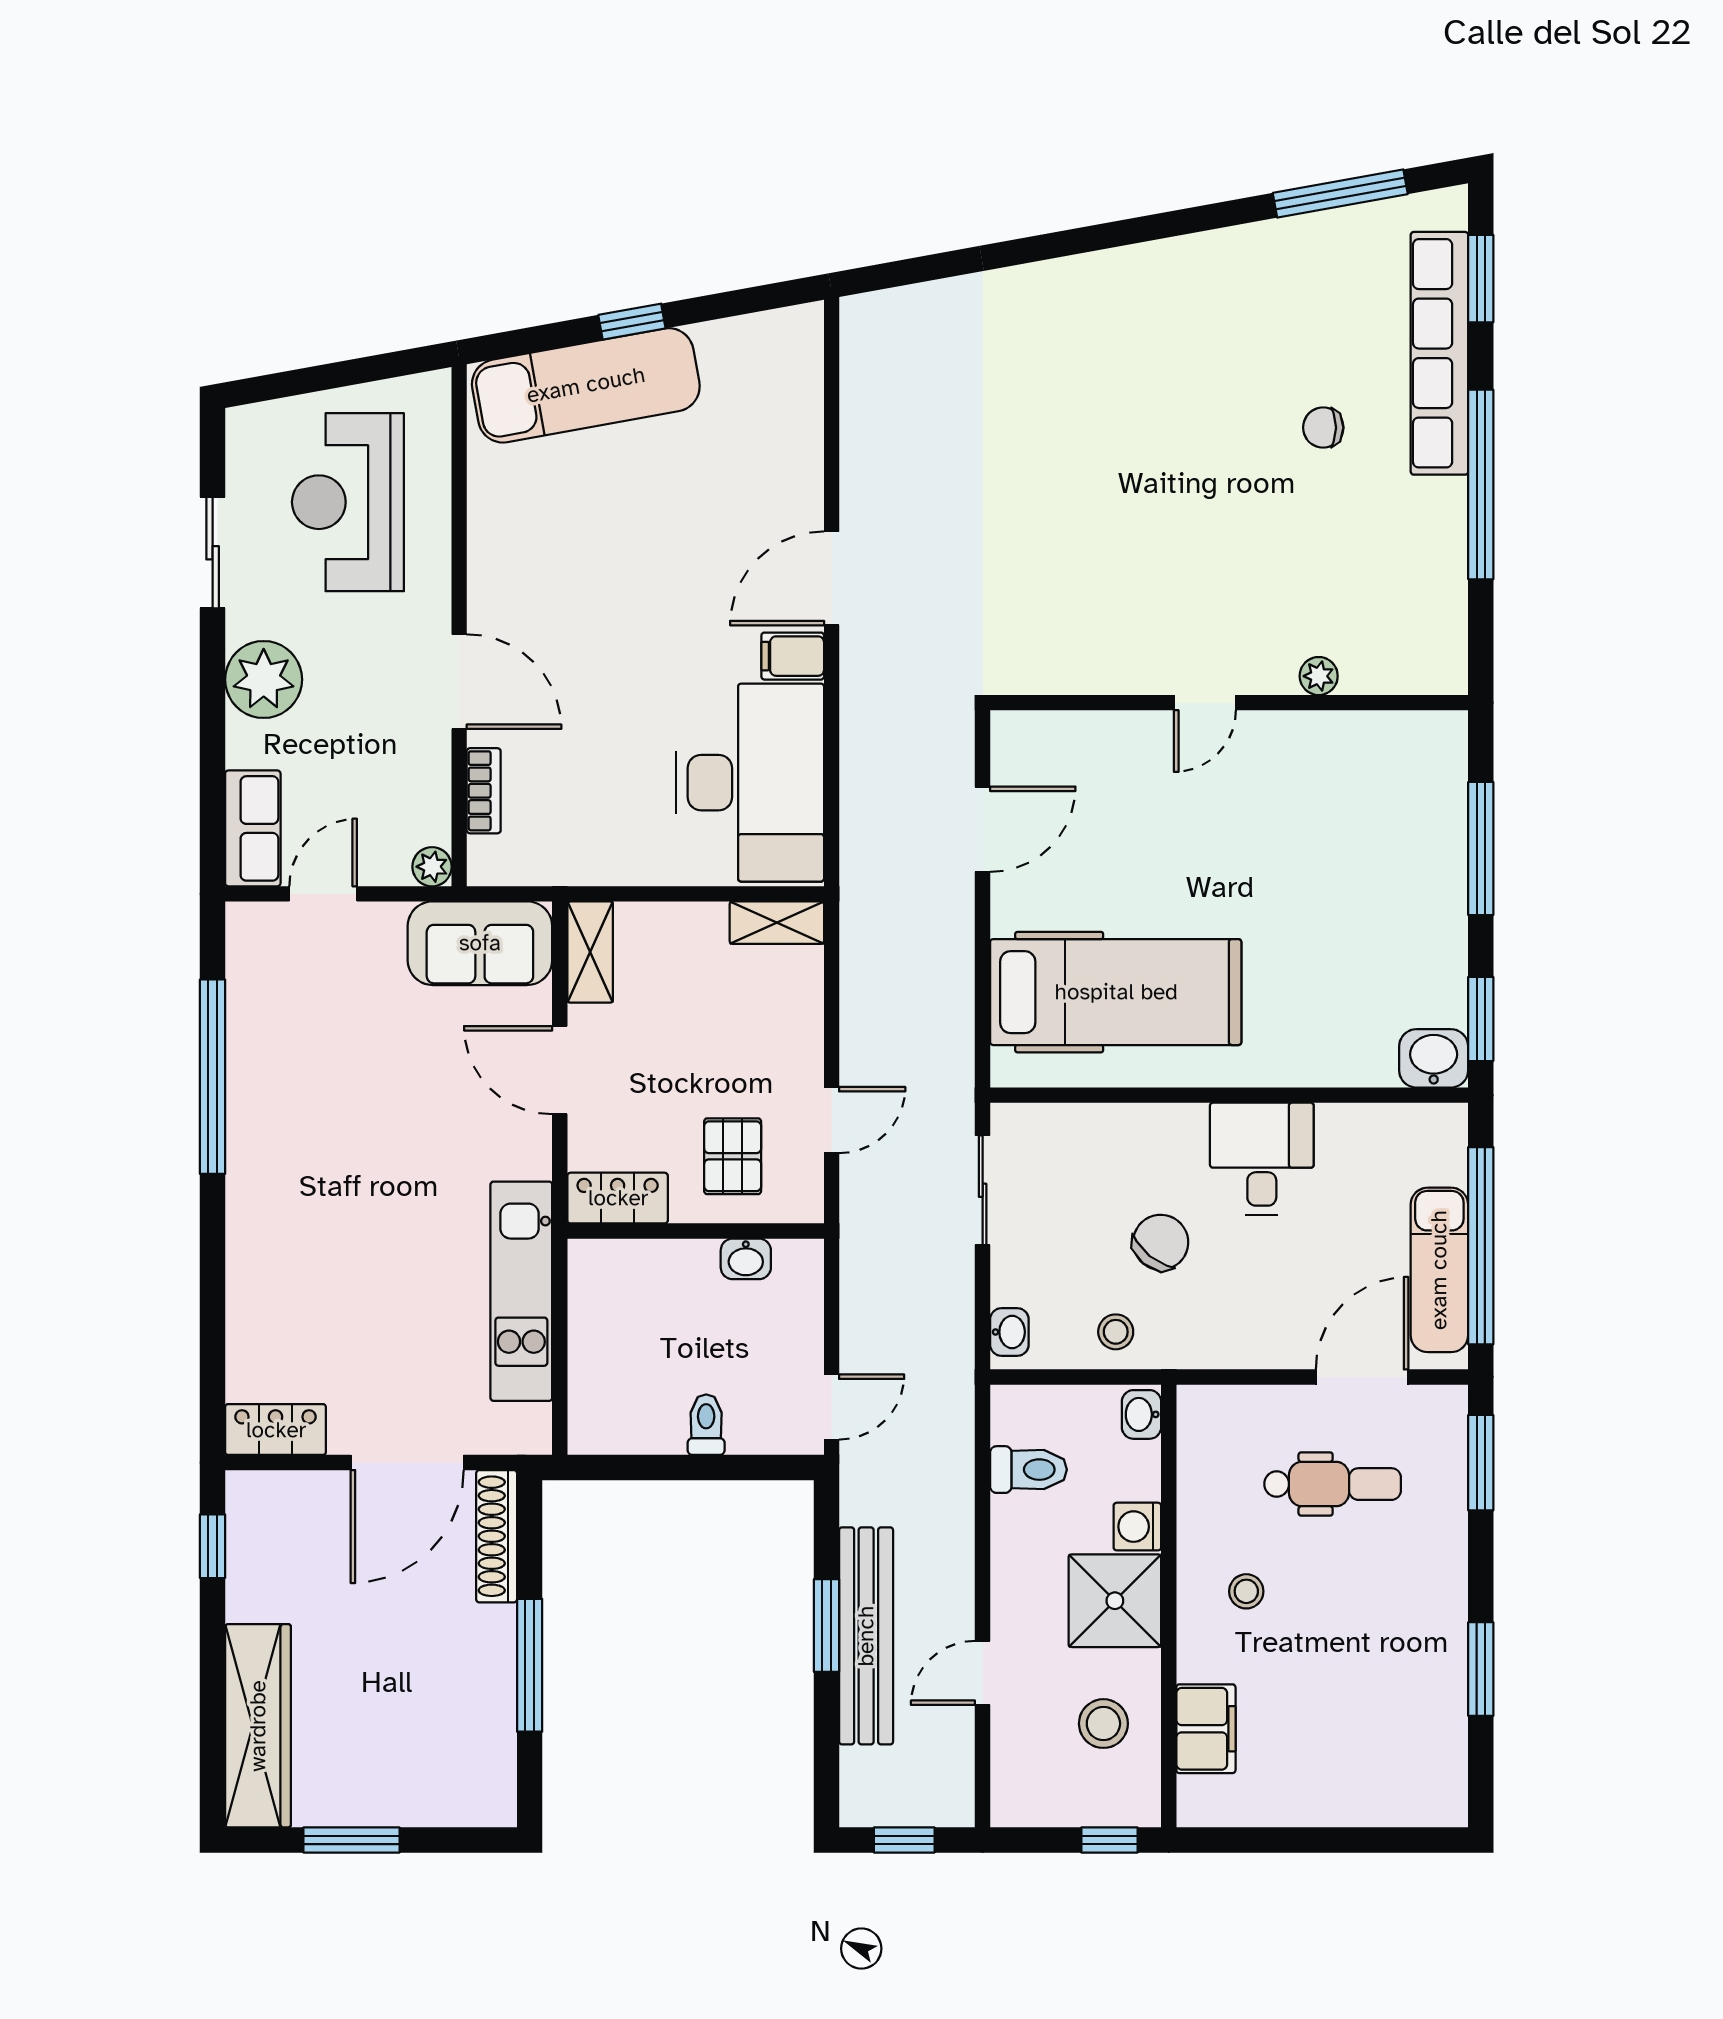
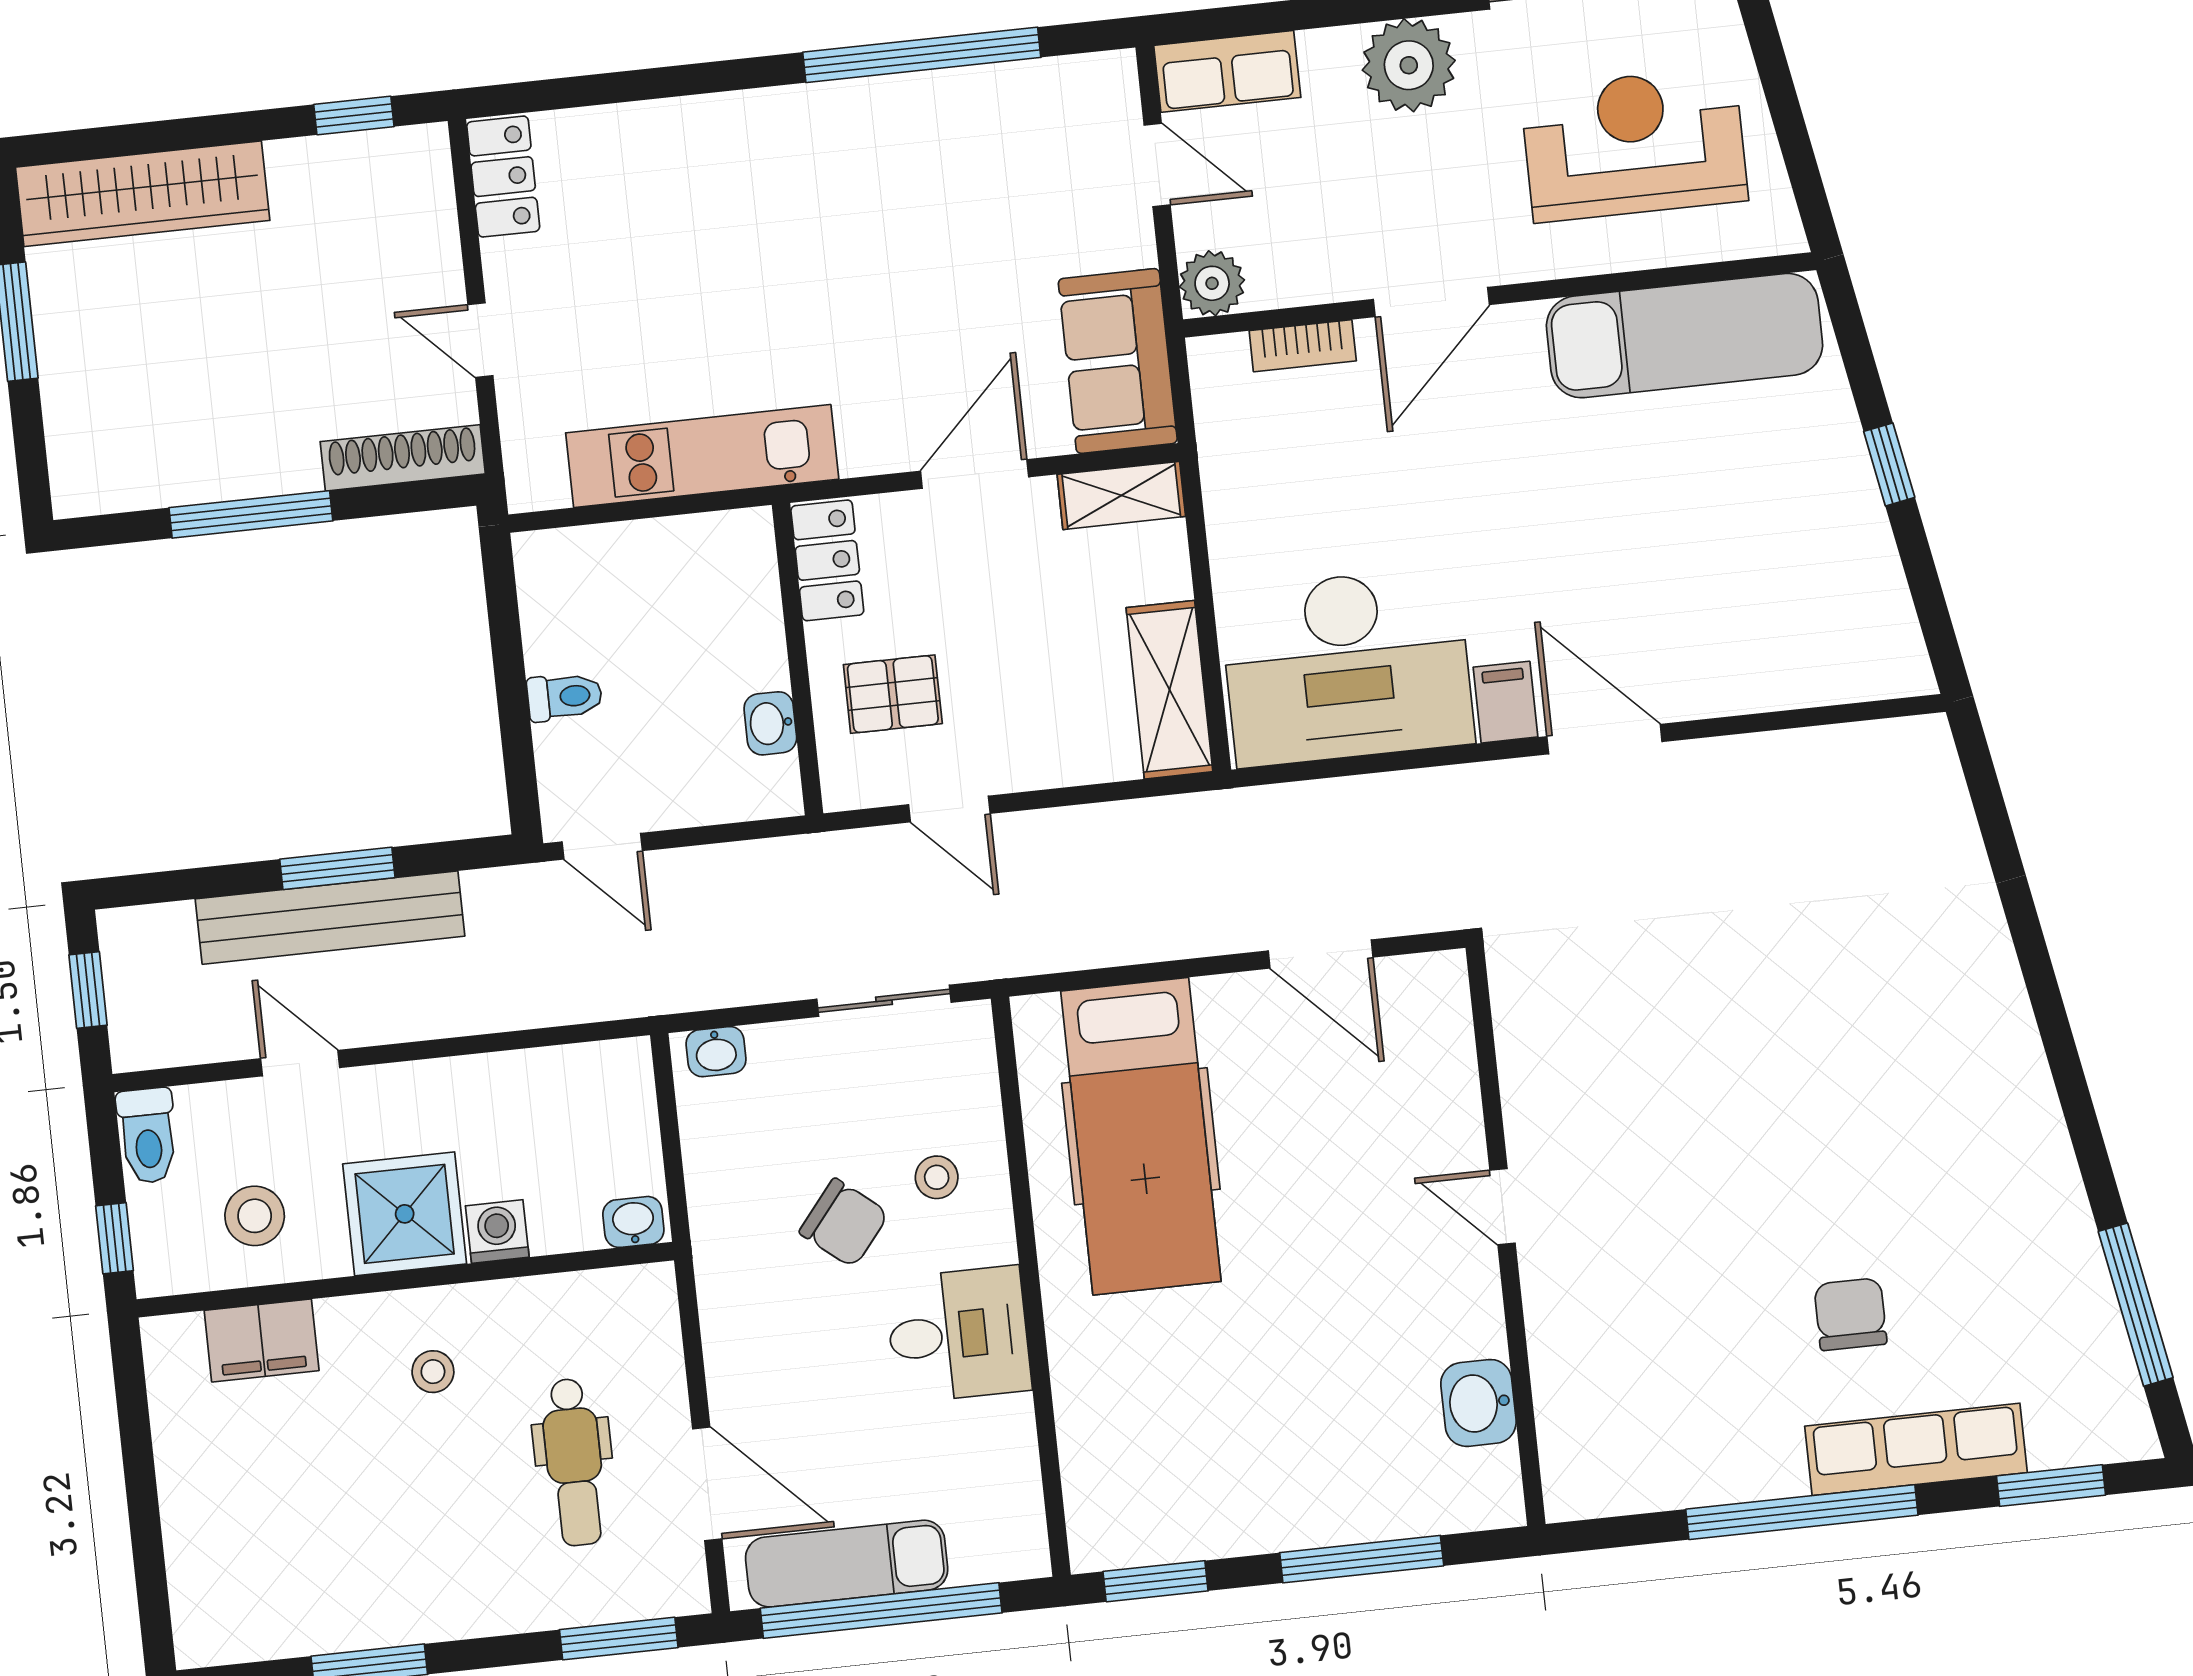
row of seats: (1439, 353) -> (1916, 1449), width x0.73
exam couch: (586, 385) -> (1684, 336), moved, turned -80
chair: (1323, 428) -> (1850, 1314), width x1.37, depth x1.37
plant: (1319, 676) -> (1549, 1341), removed
plant: (432, 867) -> (1212, 283), width x1.38, depth x1.38
shelving: (777, 923) -> (1169, 690), width x1.50, depth x1.33
washbasin: (1434, 1058) -> (1478, 1403), moved, turned 180
stool: (1116, 1332) -> (937, 1177), moved
door: (407, 1463) -> (480, 340), width x0.53
toilet: (1029, 1470) -> (148, 1136), moved

